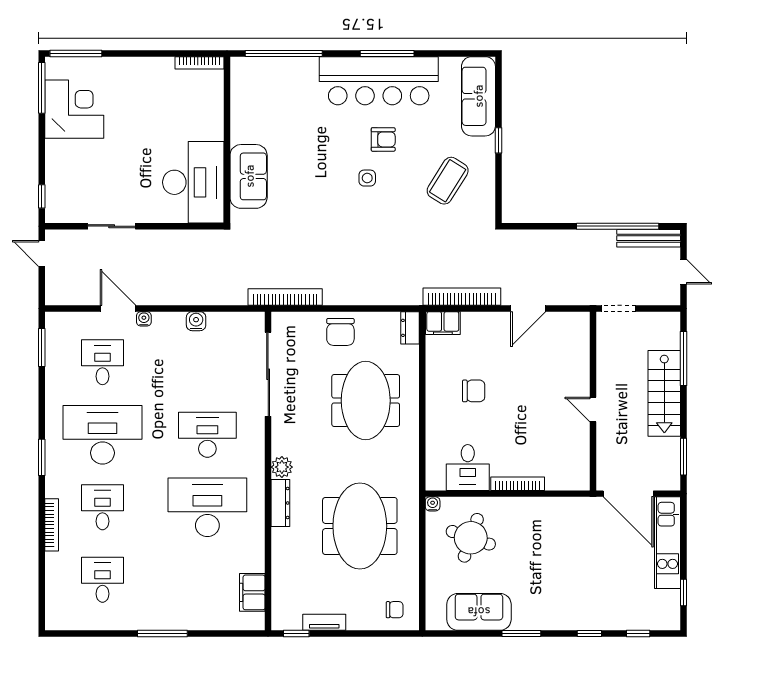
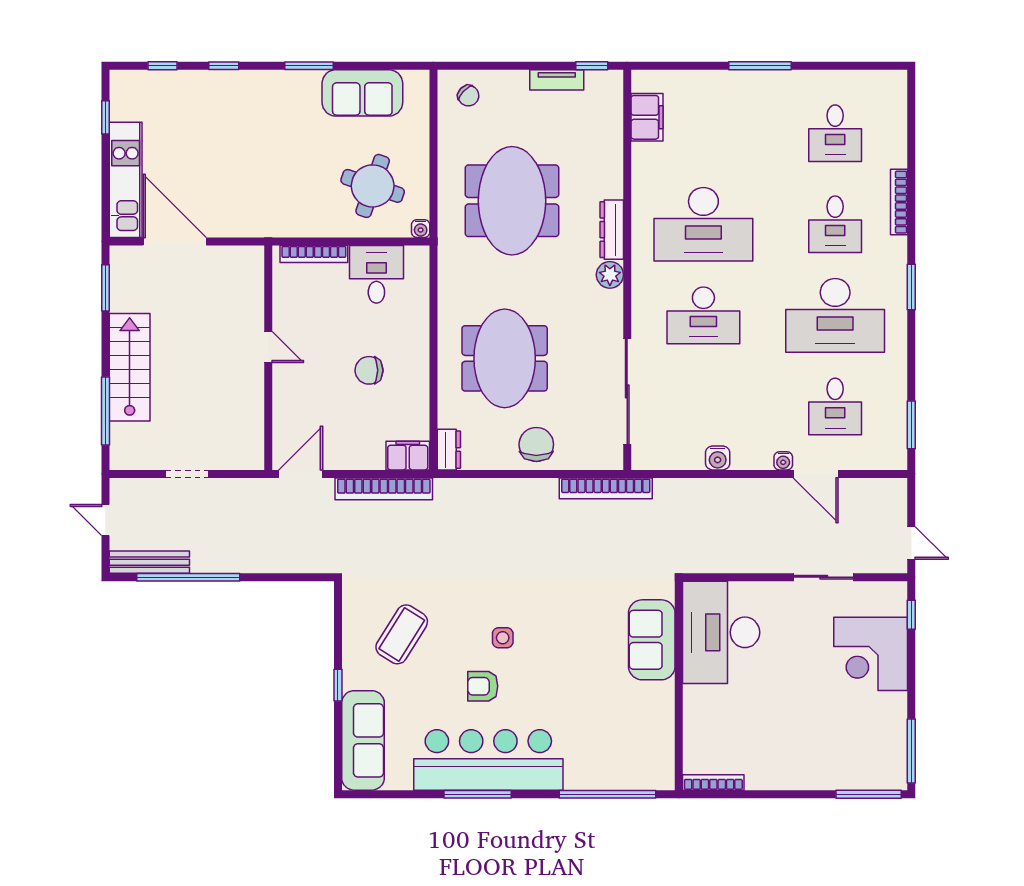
corner desk: (74, 109) -> (871, 654), moved
wall: (593, 401) -> (268, 358), moved
door: (593, 409) -> (268, 347), moved
chair: (395, 610) -> (468, 96), turned -136

